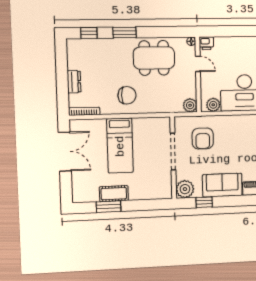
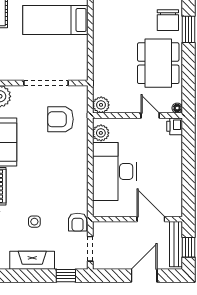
door: (198, 64) -> (150, 115), swing flipped
chair: (127, 95) -> (168, 20), moved

